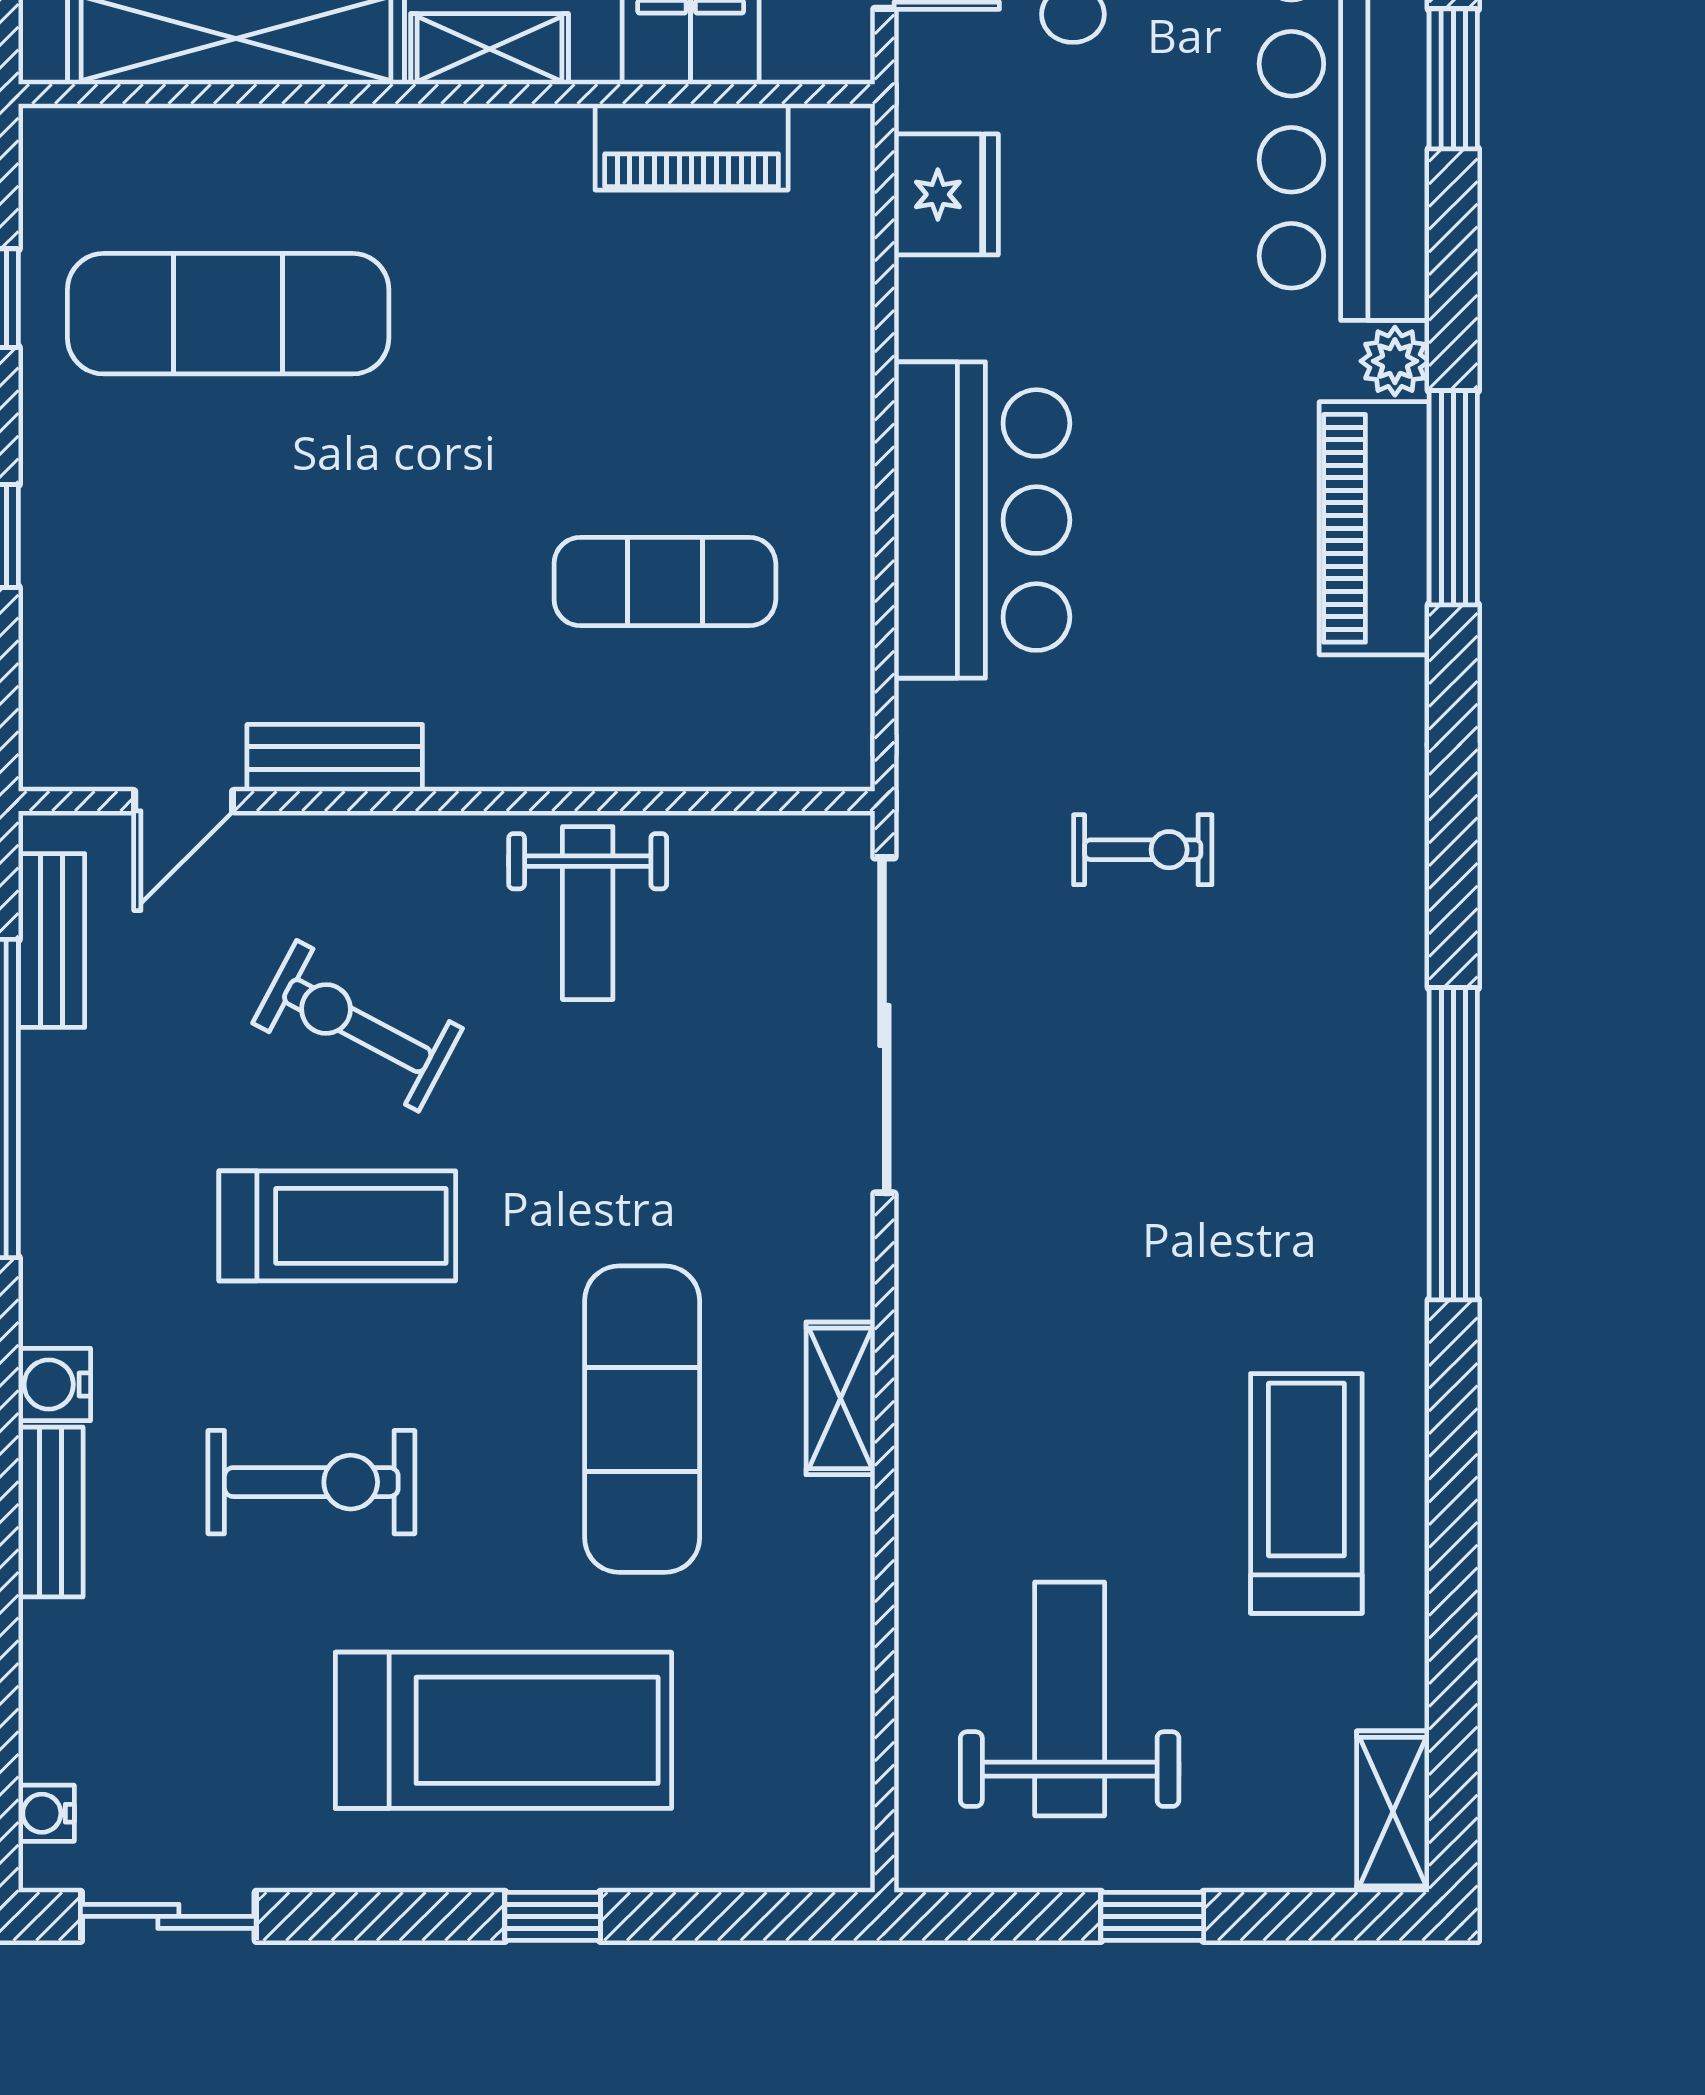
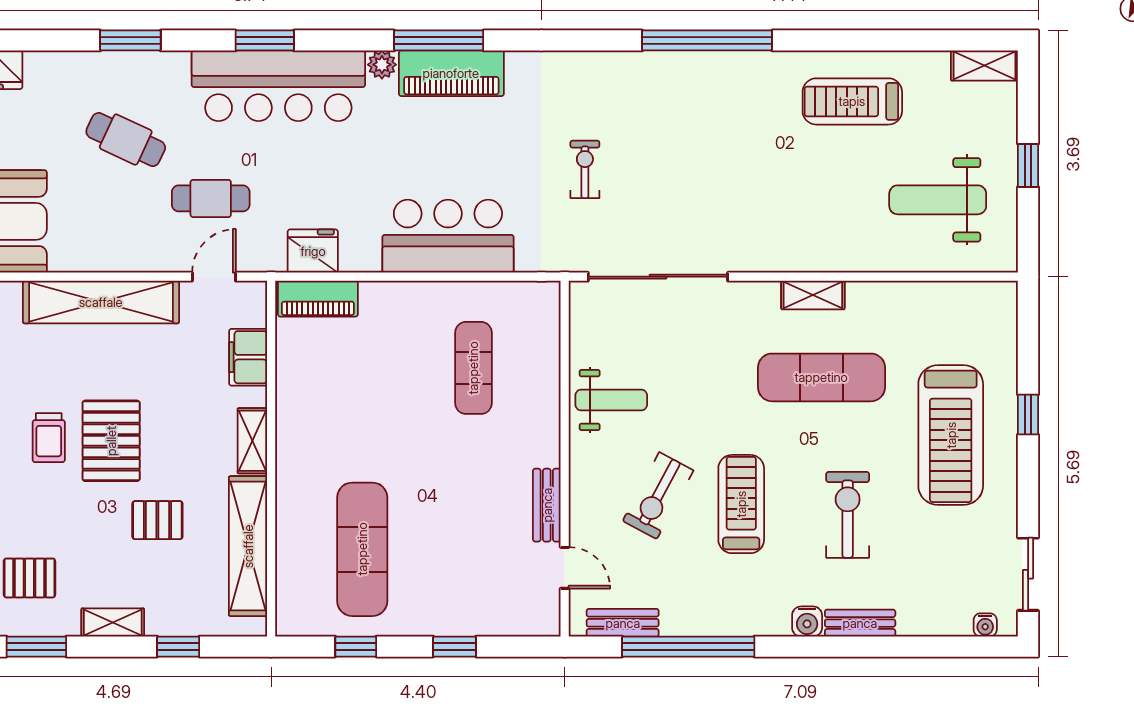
piano: (692, 147) -> (318, 299), moved, turned 90
treadmill: (503, 1730) -> (951, 435), turned 180

